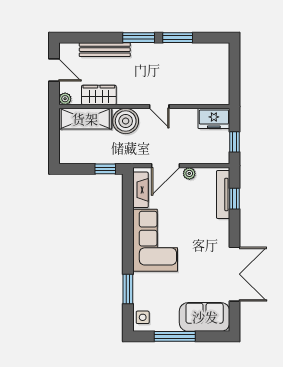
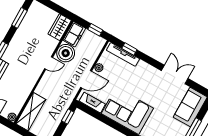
window: (178, 38) -> (19, 18), moved
wardrobe: (99, 95) -> (60, 27), moved
boiler: (126, 121) -> (66, 53), moved
door: (165, 166) -> (86, 79), hinge flipped
double door: (235, 274) -> (175, 75), width x0.73

